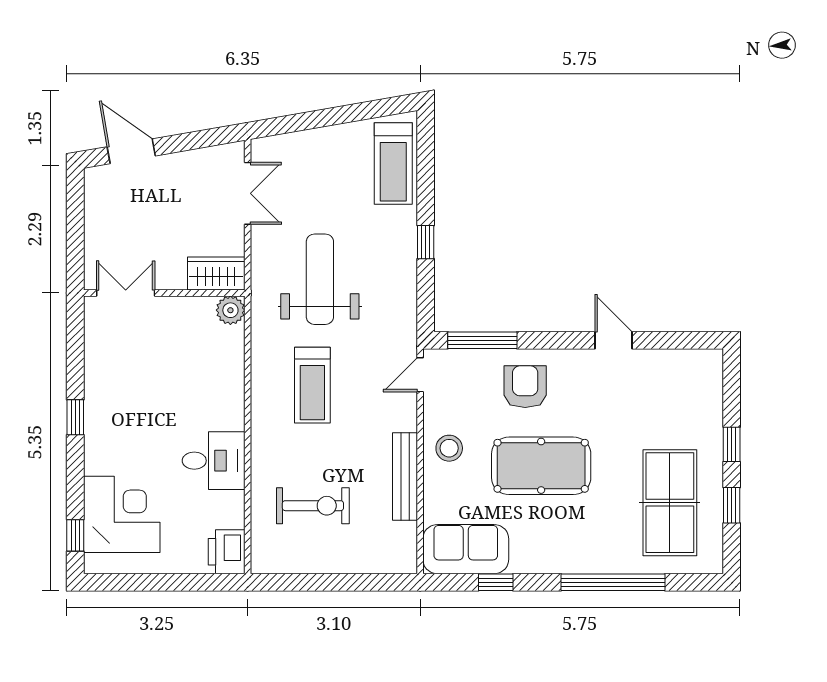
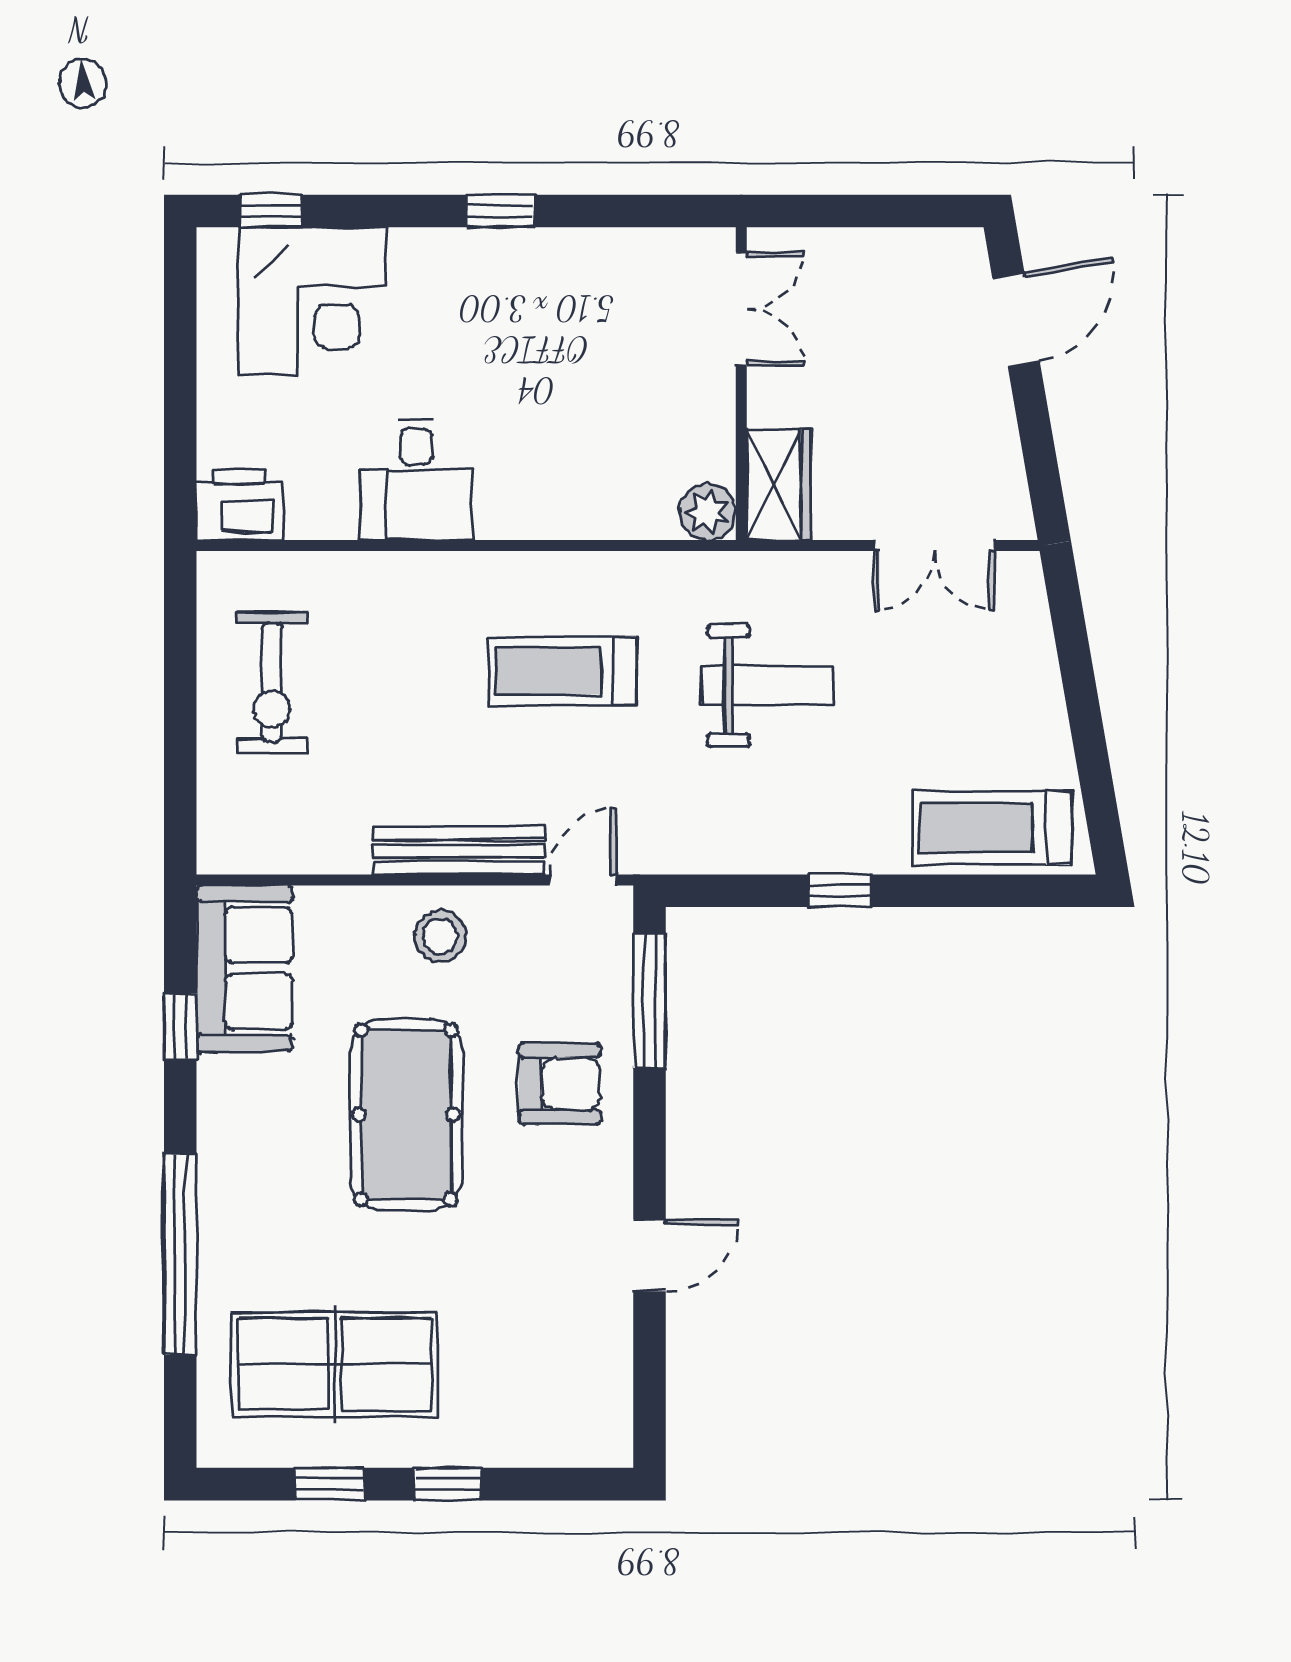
weight bench: (320, 279) -> (768, 686), width x0.73, depth x0.75
door: (420, 375) -> (583, 880), hinge flipped
bench: (405, 476) -> (459, 851), moved
exercise bike: (313, 506) -> (272, 682), moved

